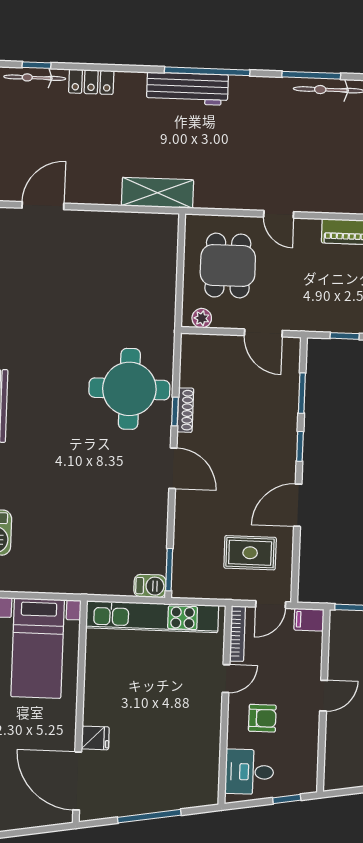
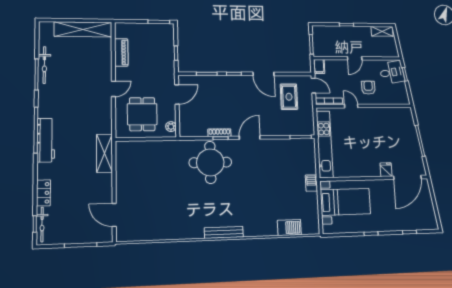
dining table: (228, 266) -> (142, 114), turned 90
barbecue: (150, 586) -> (311, 183), moved
door: (324, 696) -> (355, 58), swing flipped
desk: (249, 772) -> (392, 72), moved, turned -99

